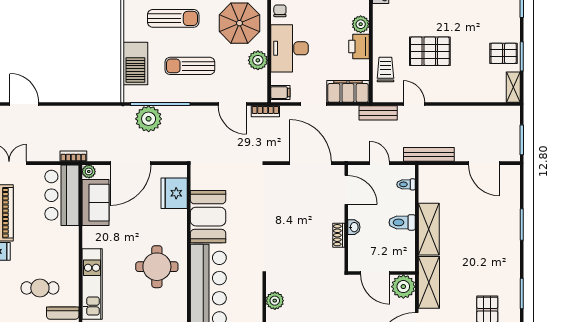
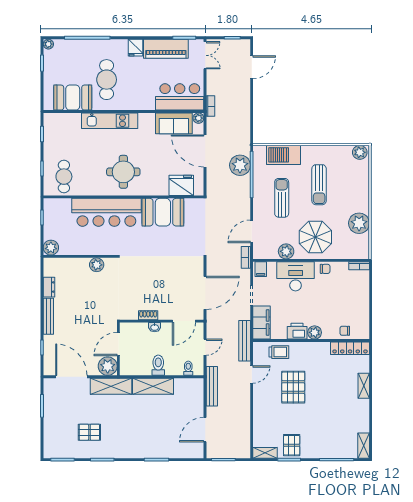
bench: (378, 113) -> (245, 341), width x1.36
cafe table: (40, 288) -> (107, 80), width x1.37, depth x1.35

